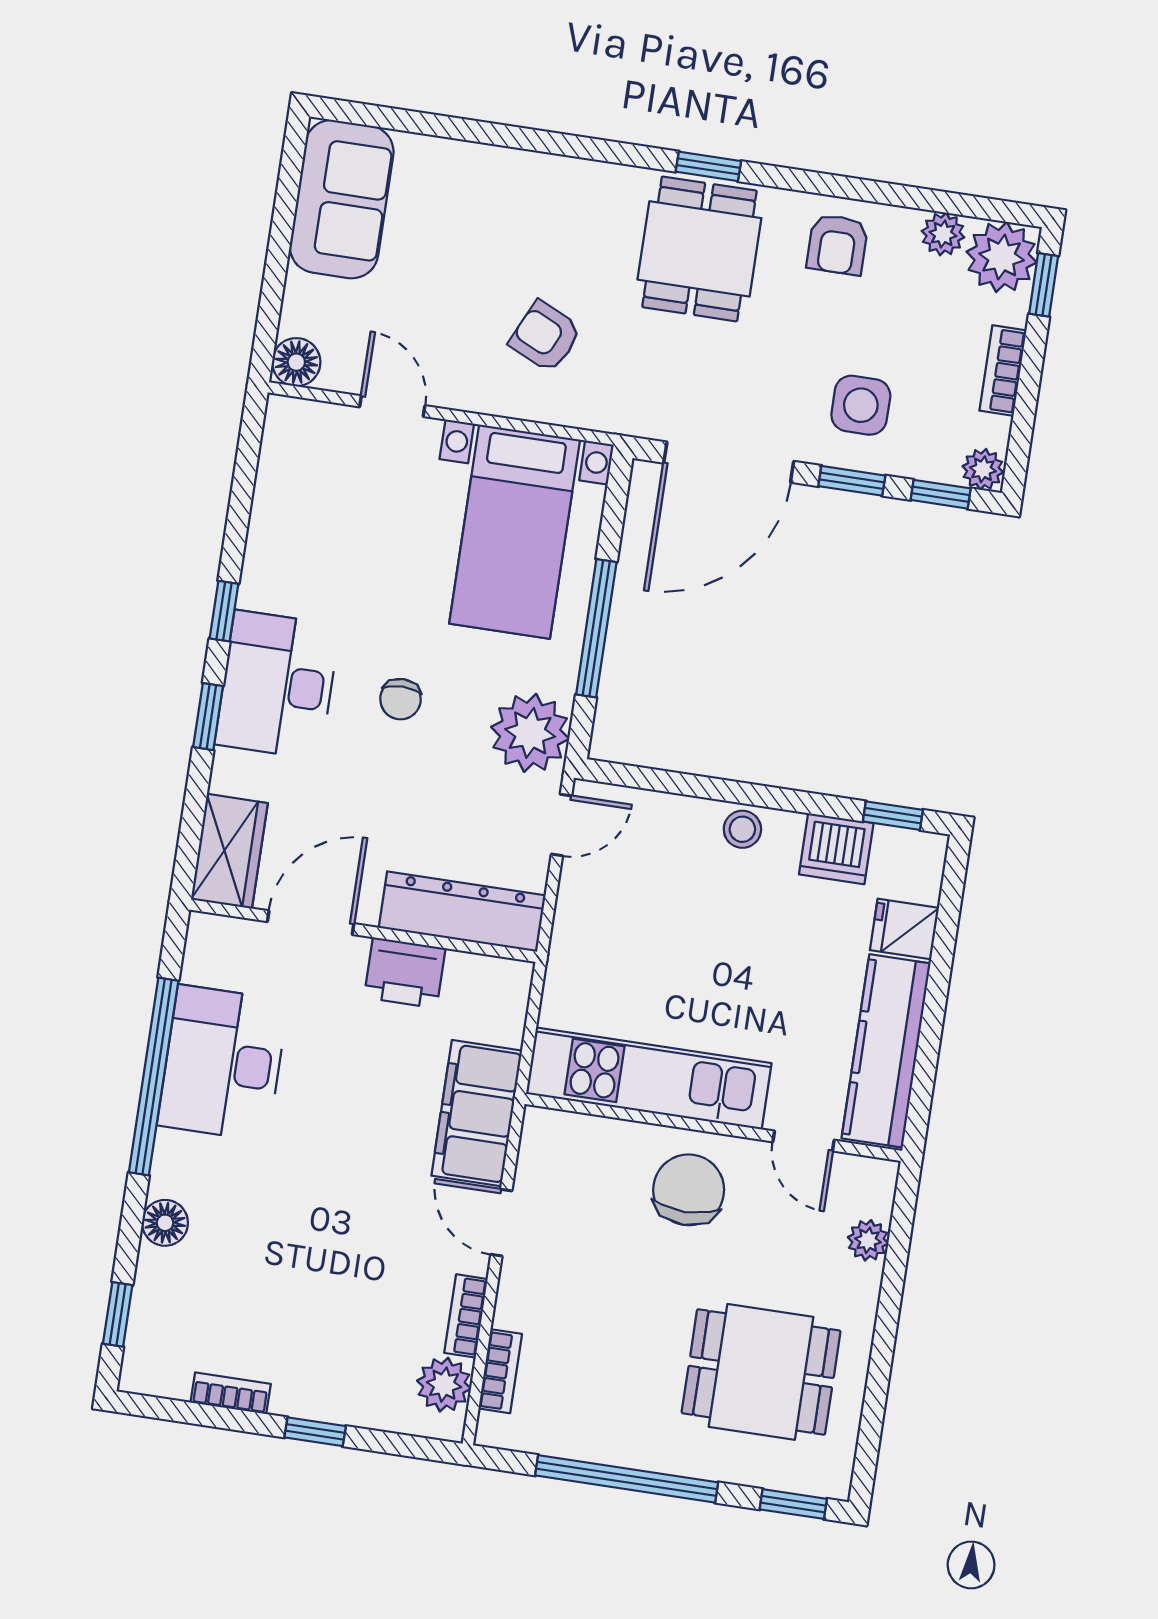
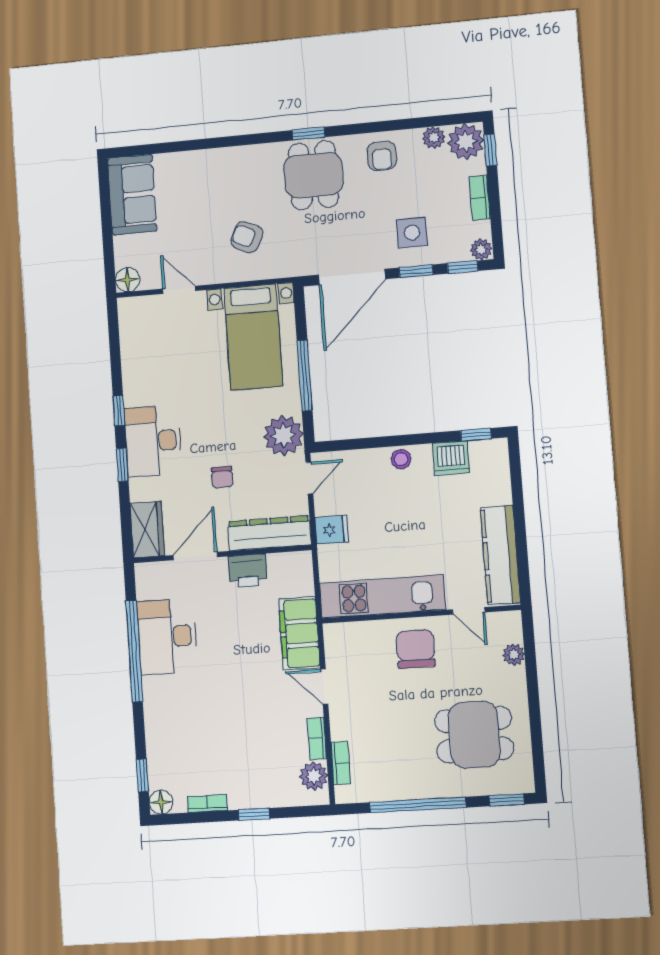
chair: (400, 699) -> (222, 477), moved
fridge: (904, 929) -> (332, 530), moved, turned 180
floor lamp: (165, 1223) -> (161, 802), moved

